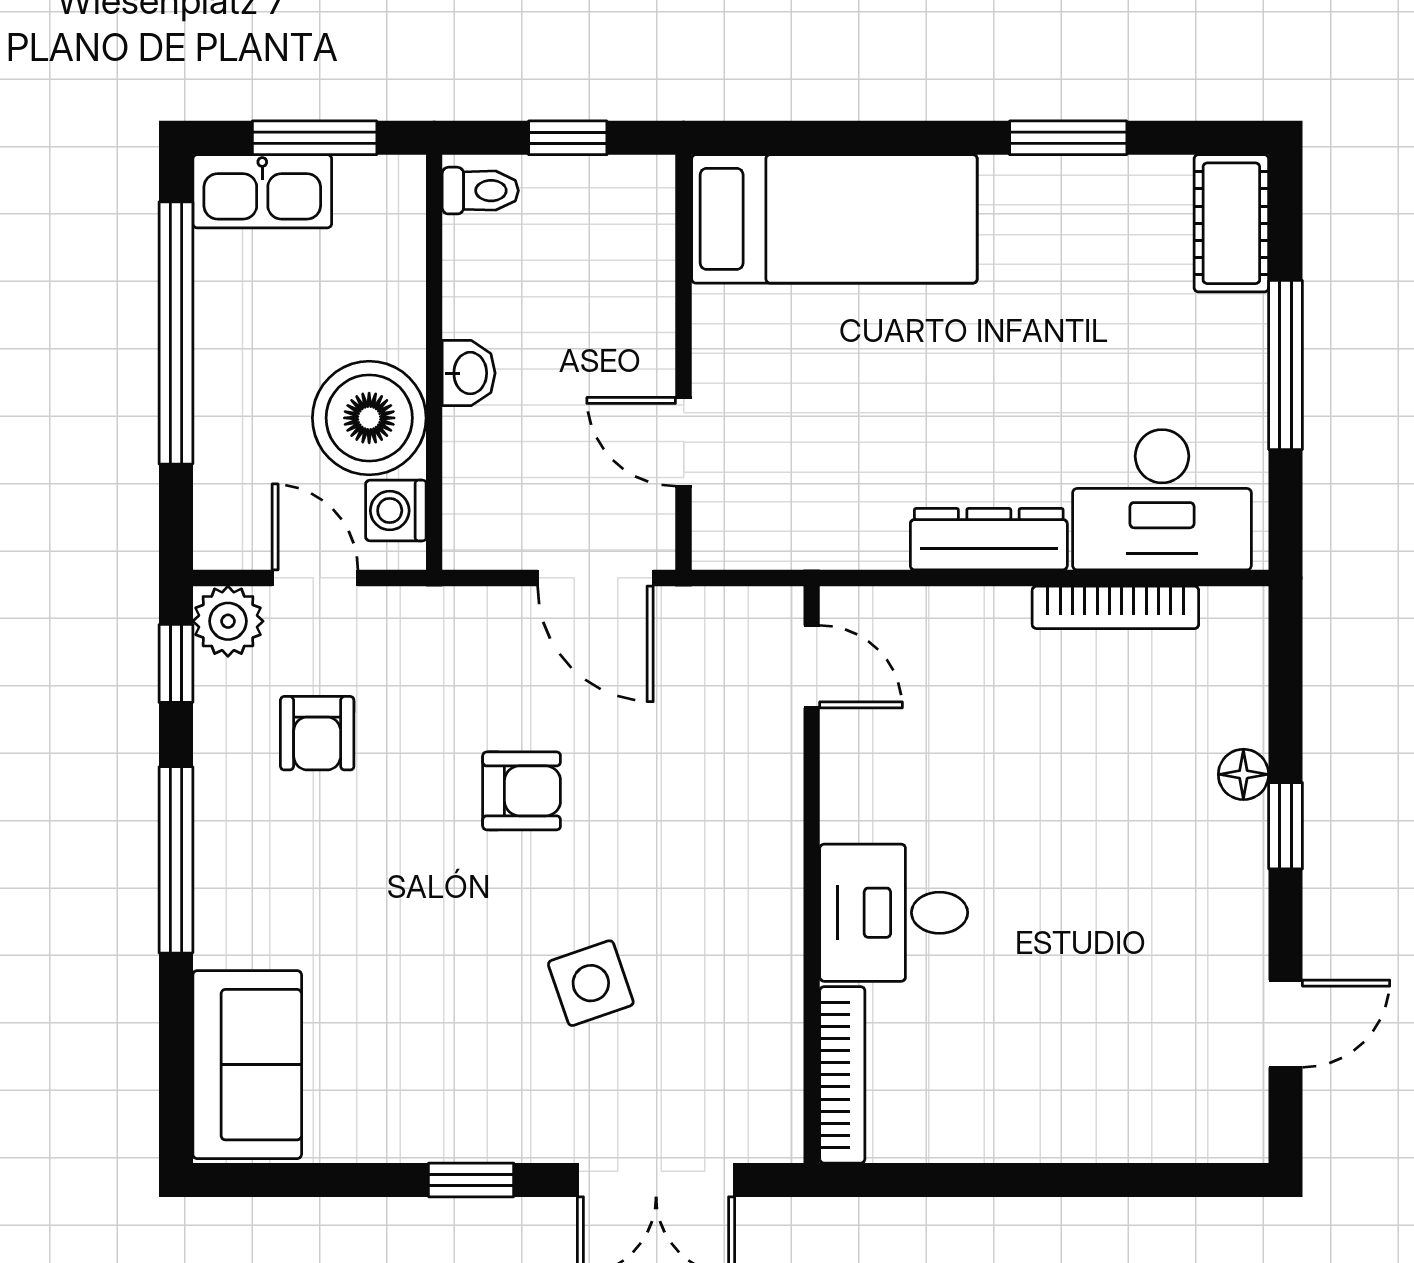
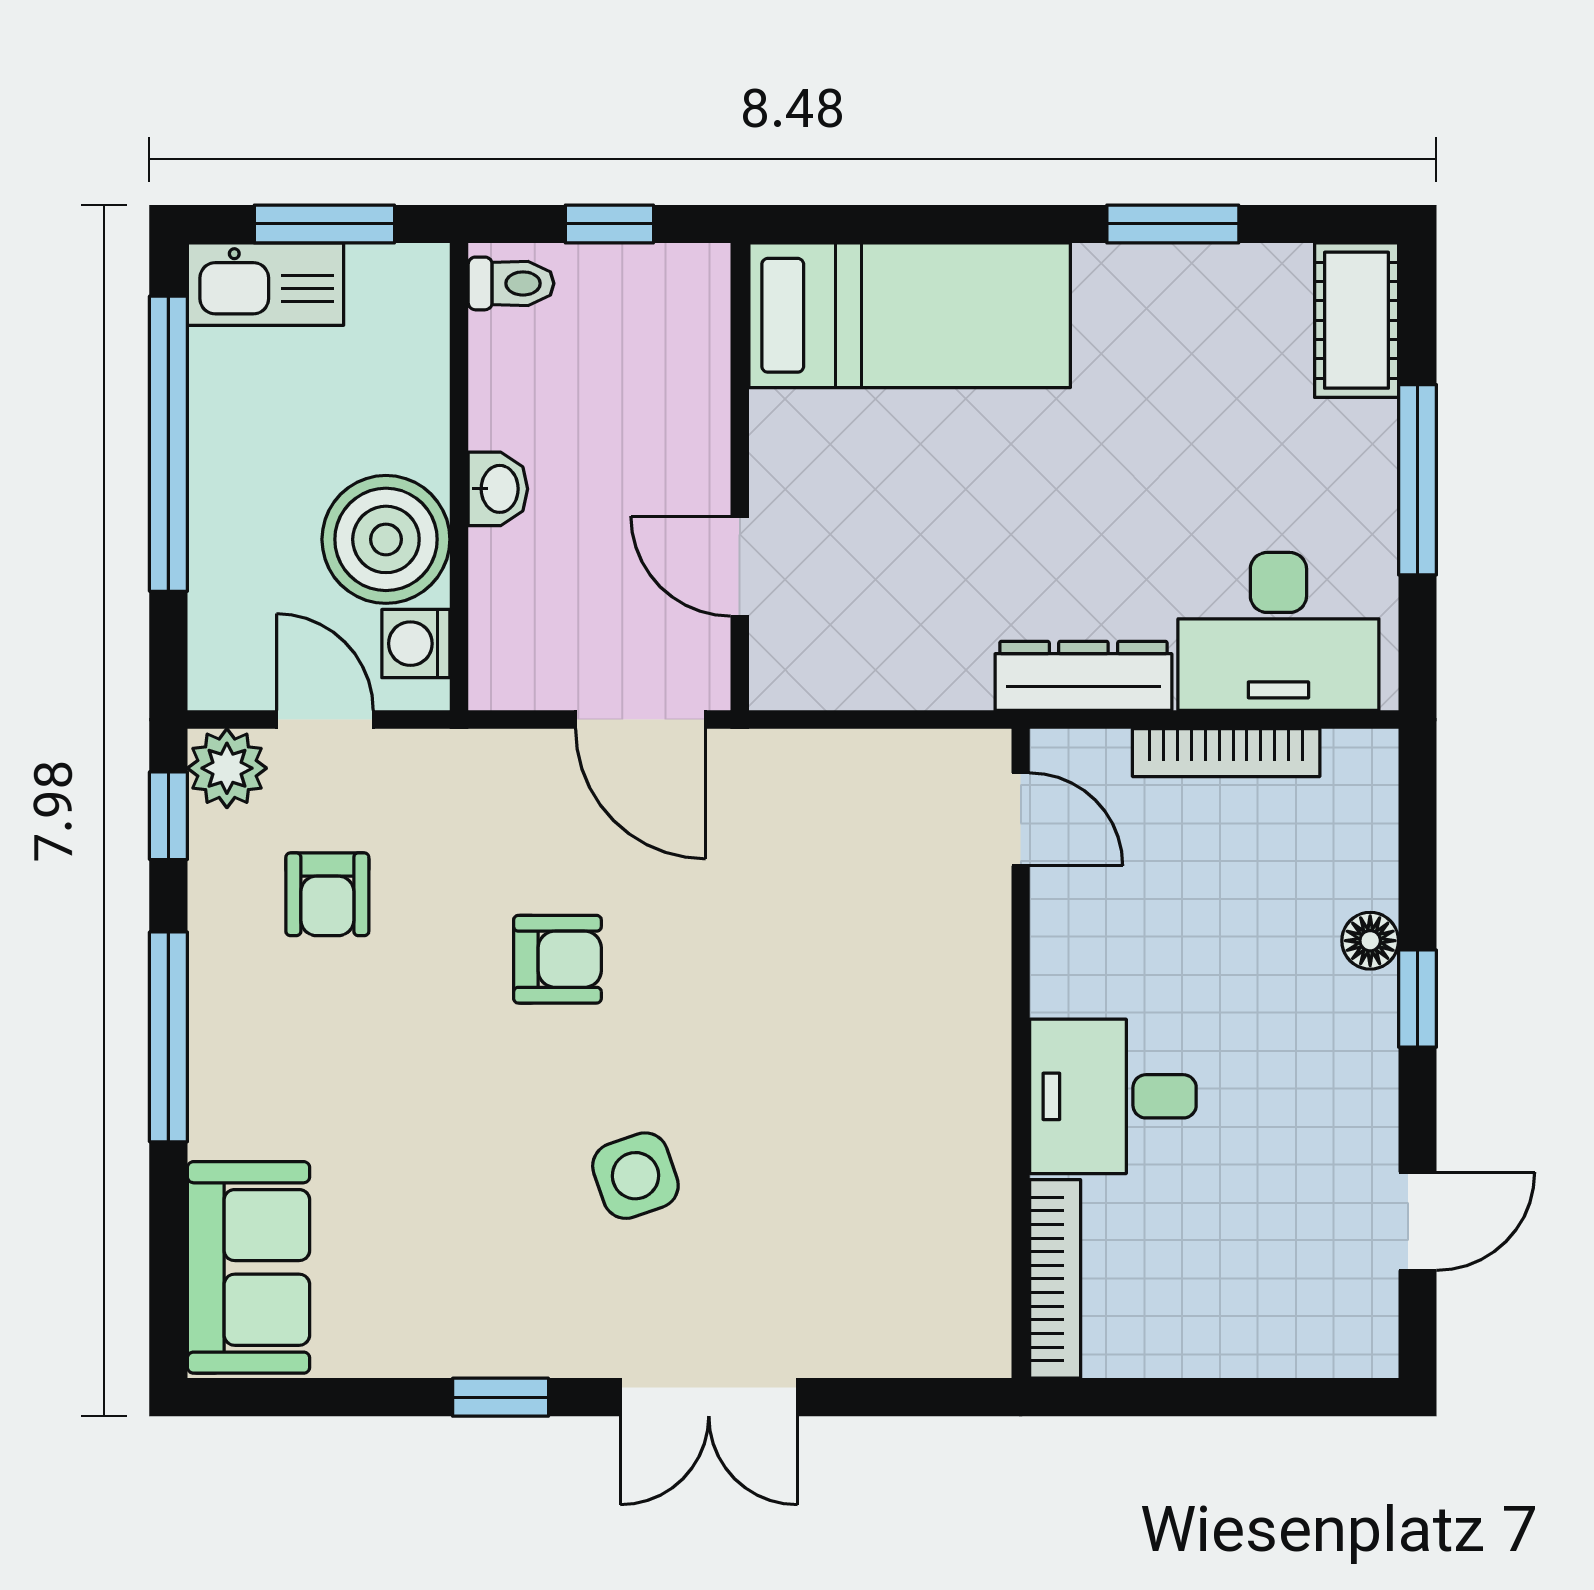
door: (812, 667) -> (1021, 819), moved
wall: (812, 875) -> (1021, 1053), moved
desk: (894, 913) -> (1113, 1096), moved
bookcase: (842, 1075) -> (1055, 1279), moved

